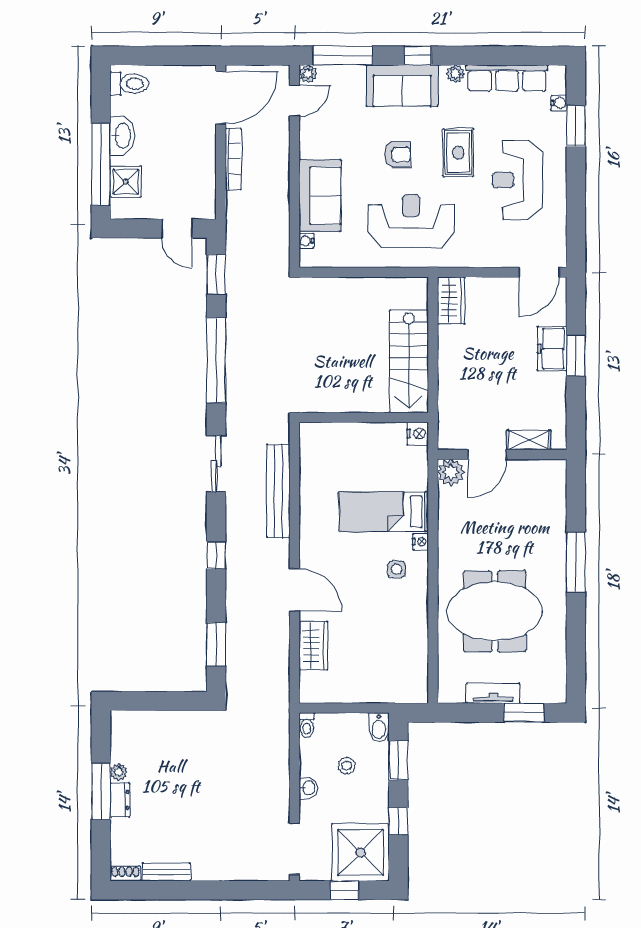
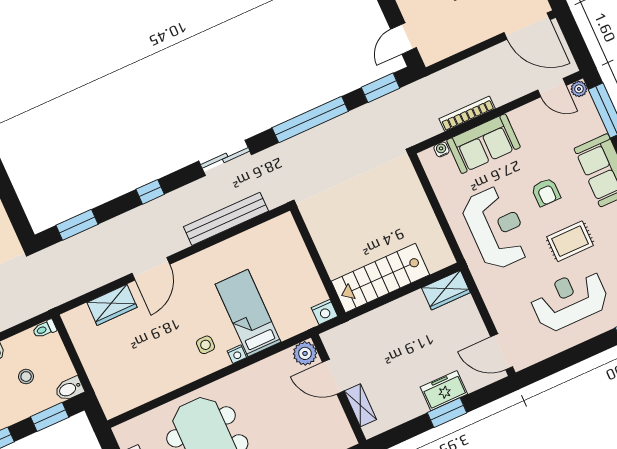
bookcase: (233, 159) -> (467, 114), moved, turned 180

